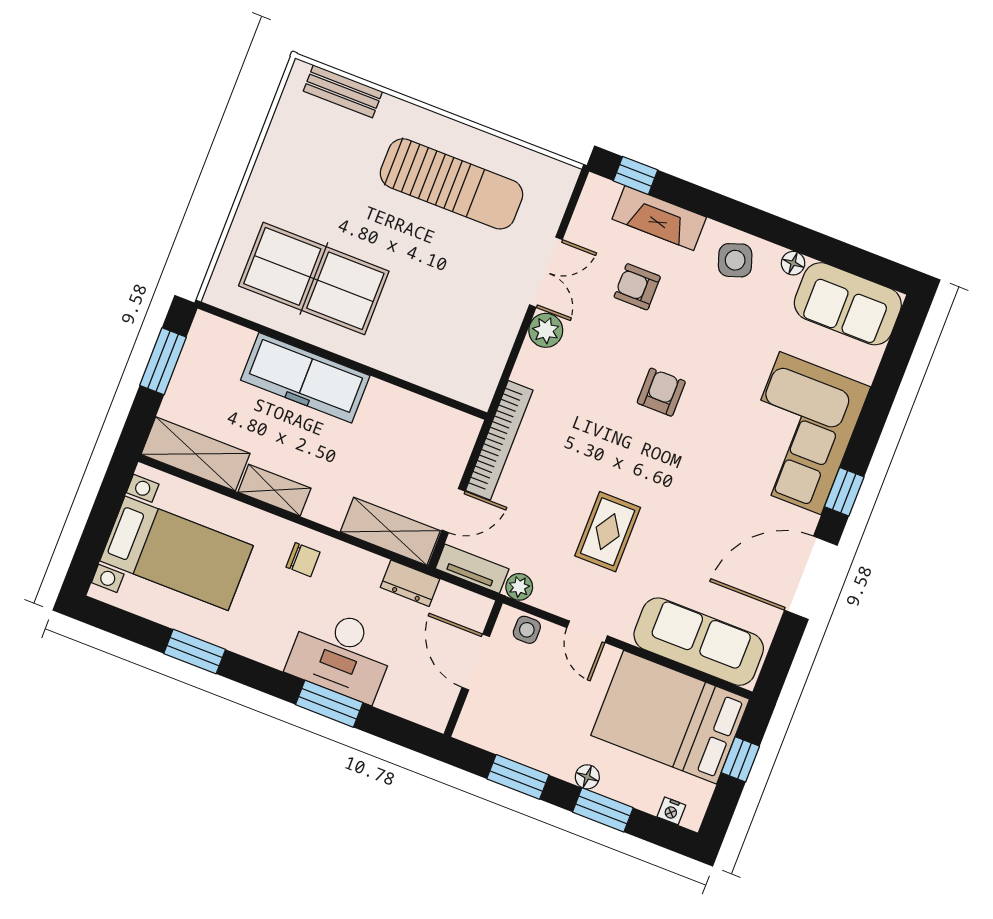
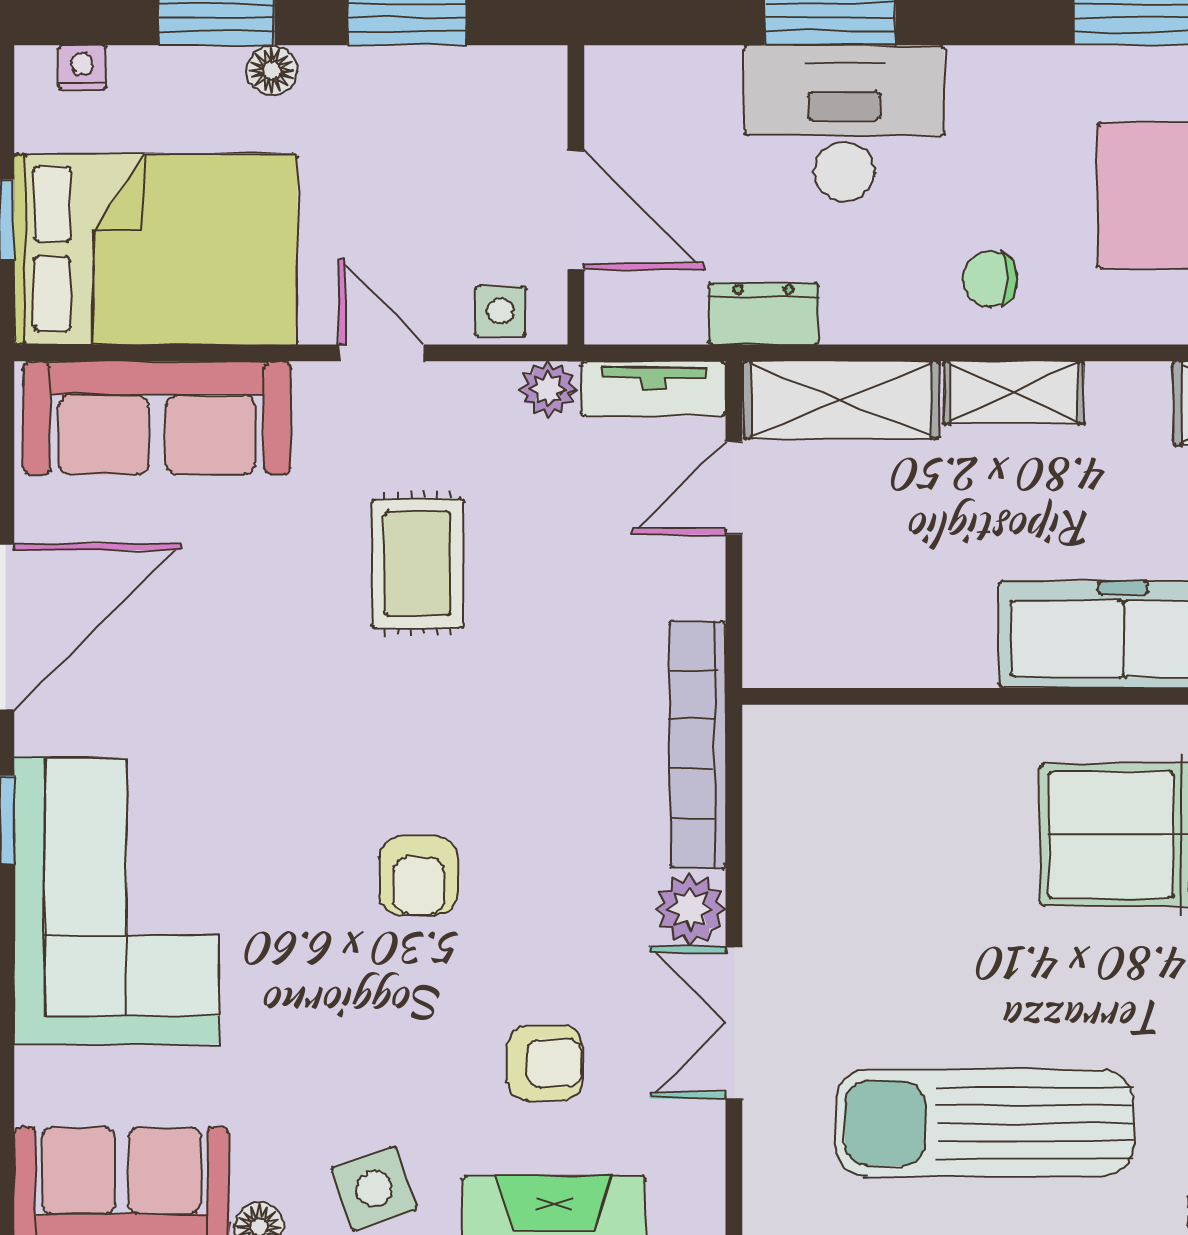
bookcase: (499, 440) -> (698, 745), moved
shelving: (274, 490) -> (1014, 392), moved

